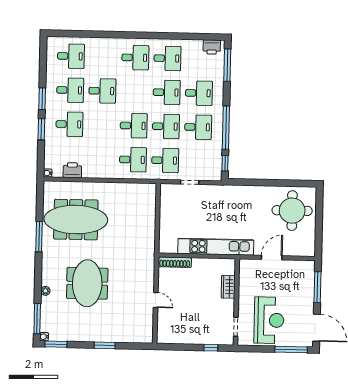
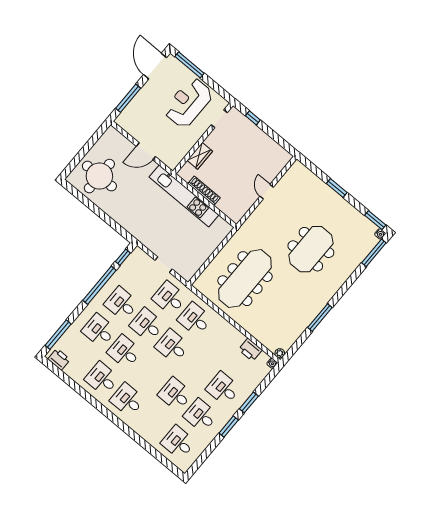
meeting table: (76, 220) -> (245, 279), moved, turned 90
shoe rack: (175, 262) -> (204, 191), moved
plant: (45, 291) -> (280, 353), moved

